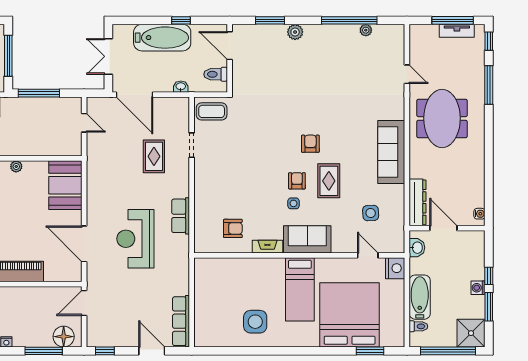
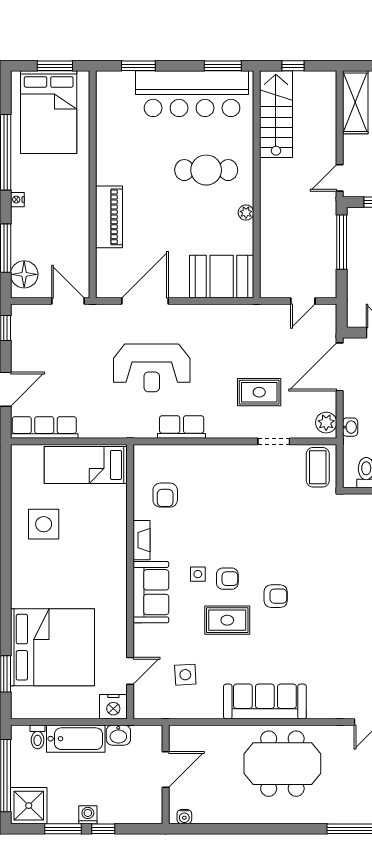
plant: (177, 105) -> (326, 423), added
meeting table: (442, 118) -> (282, 764), moved
dresser: (418, 202) -> (199, 736), removed
reception desk: (135, 239) -> (152, 368), turned 180
washbasin: (417, 248) -> (118, 735), moved
bed: (300, 289) -> (86, 465), moved

